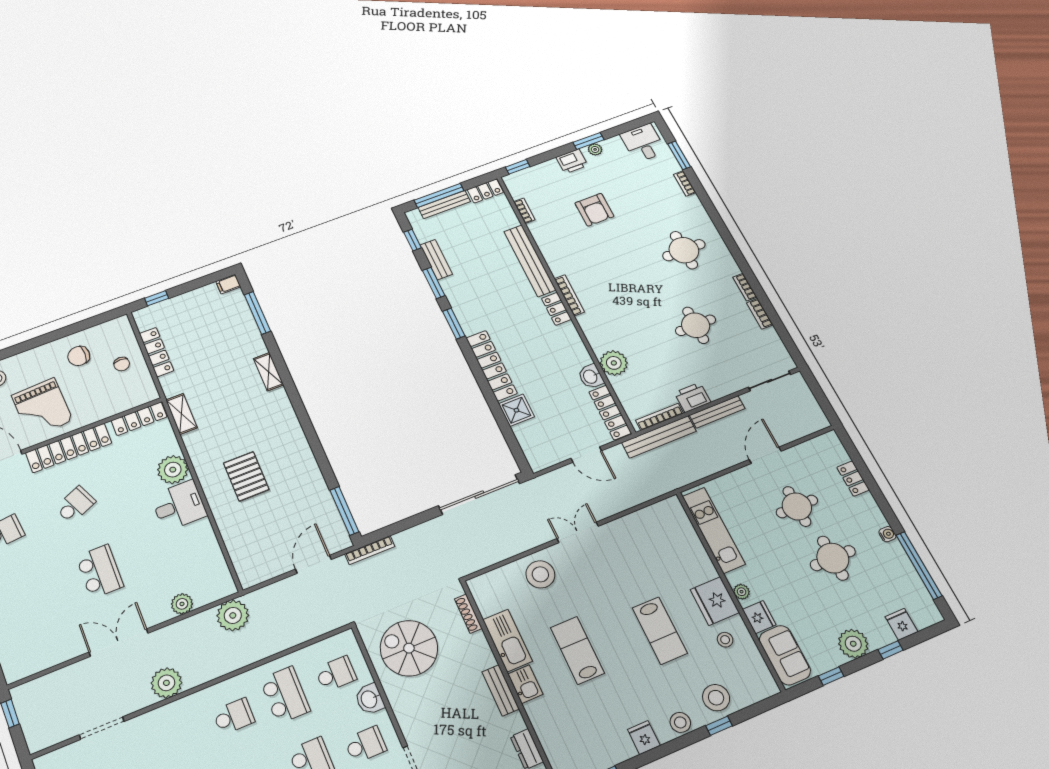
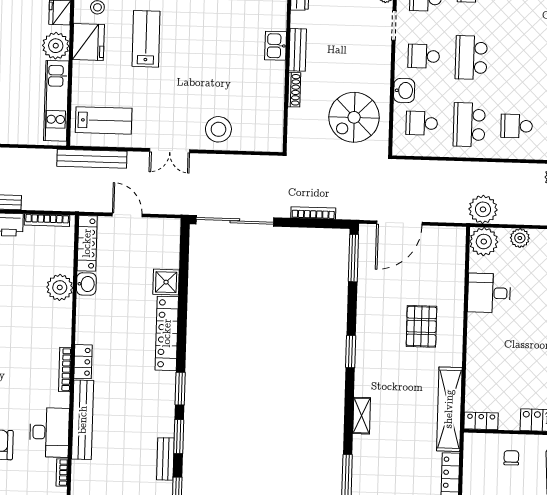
desk: (554, 238) -> (49, 432), added
chair: (122, 364) -> (511, 458), moved
shelving: (181, 414) -> (449, 409), width x2.20, depth x1.33
locker: (139, 419) -> (481, 421), width x0.66
window: (306, 424) -> (351, 352), added
bench: (659, 437) -> (92, 159), moved
plant: (173, 470) -> (484, 242), moved
desk: (179, 505) -> (489, 293), moved
bookcase: (370, 550) -> (313, 213), moved
door: (313, 564) -> (399, 223), width x1.36
plant: (742, 592) -> (56, 46), width x1.88, depth x1.88
shoe rack: (468, 614) -> (294, 90), moved
kitchen sink: (507, 640) -> (272, 87), removed
spiral stairs: (409, 648) -> (354, 117), turned 90
lab bench: (577, 650) -> (104, 120), moved, turned -90

